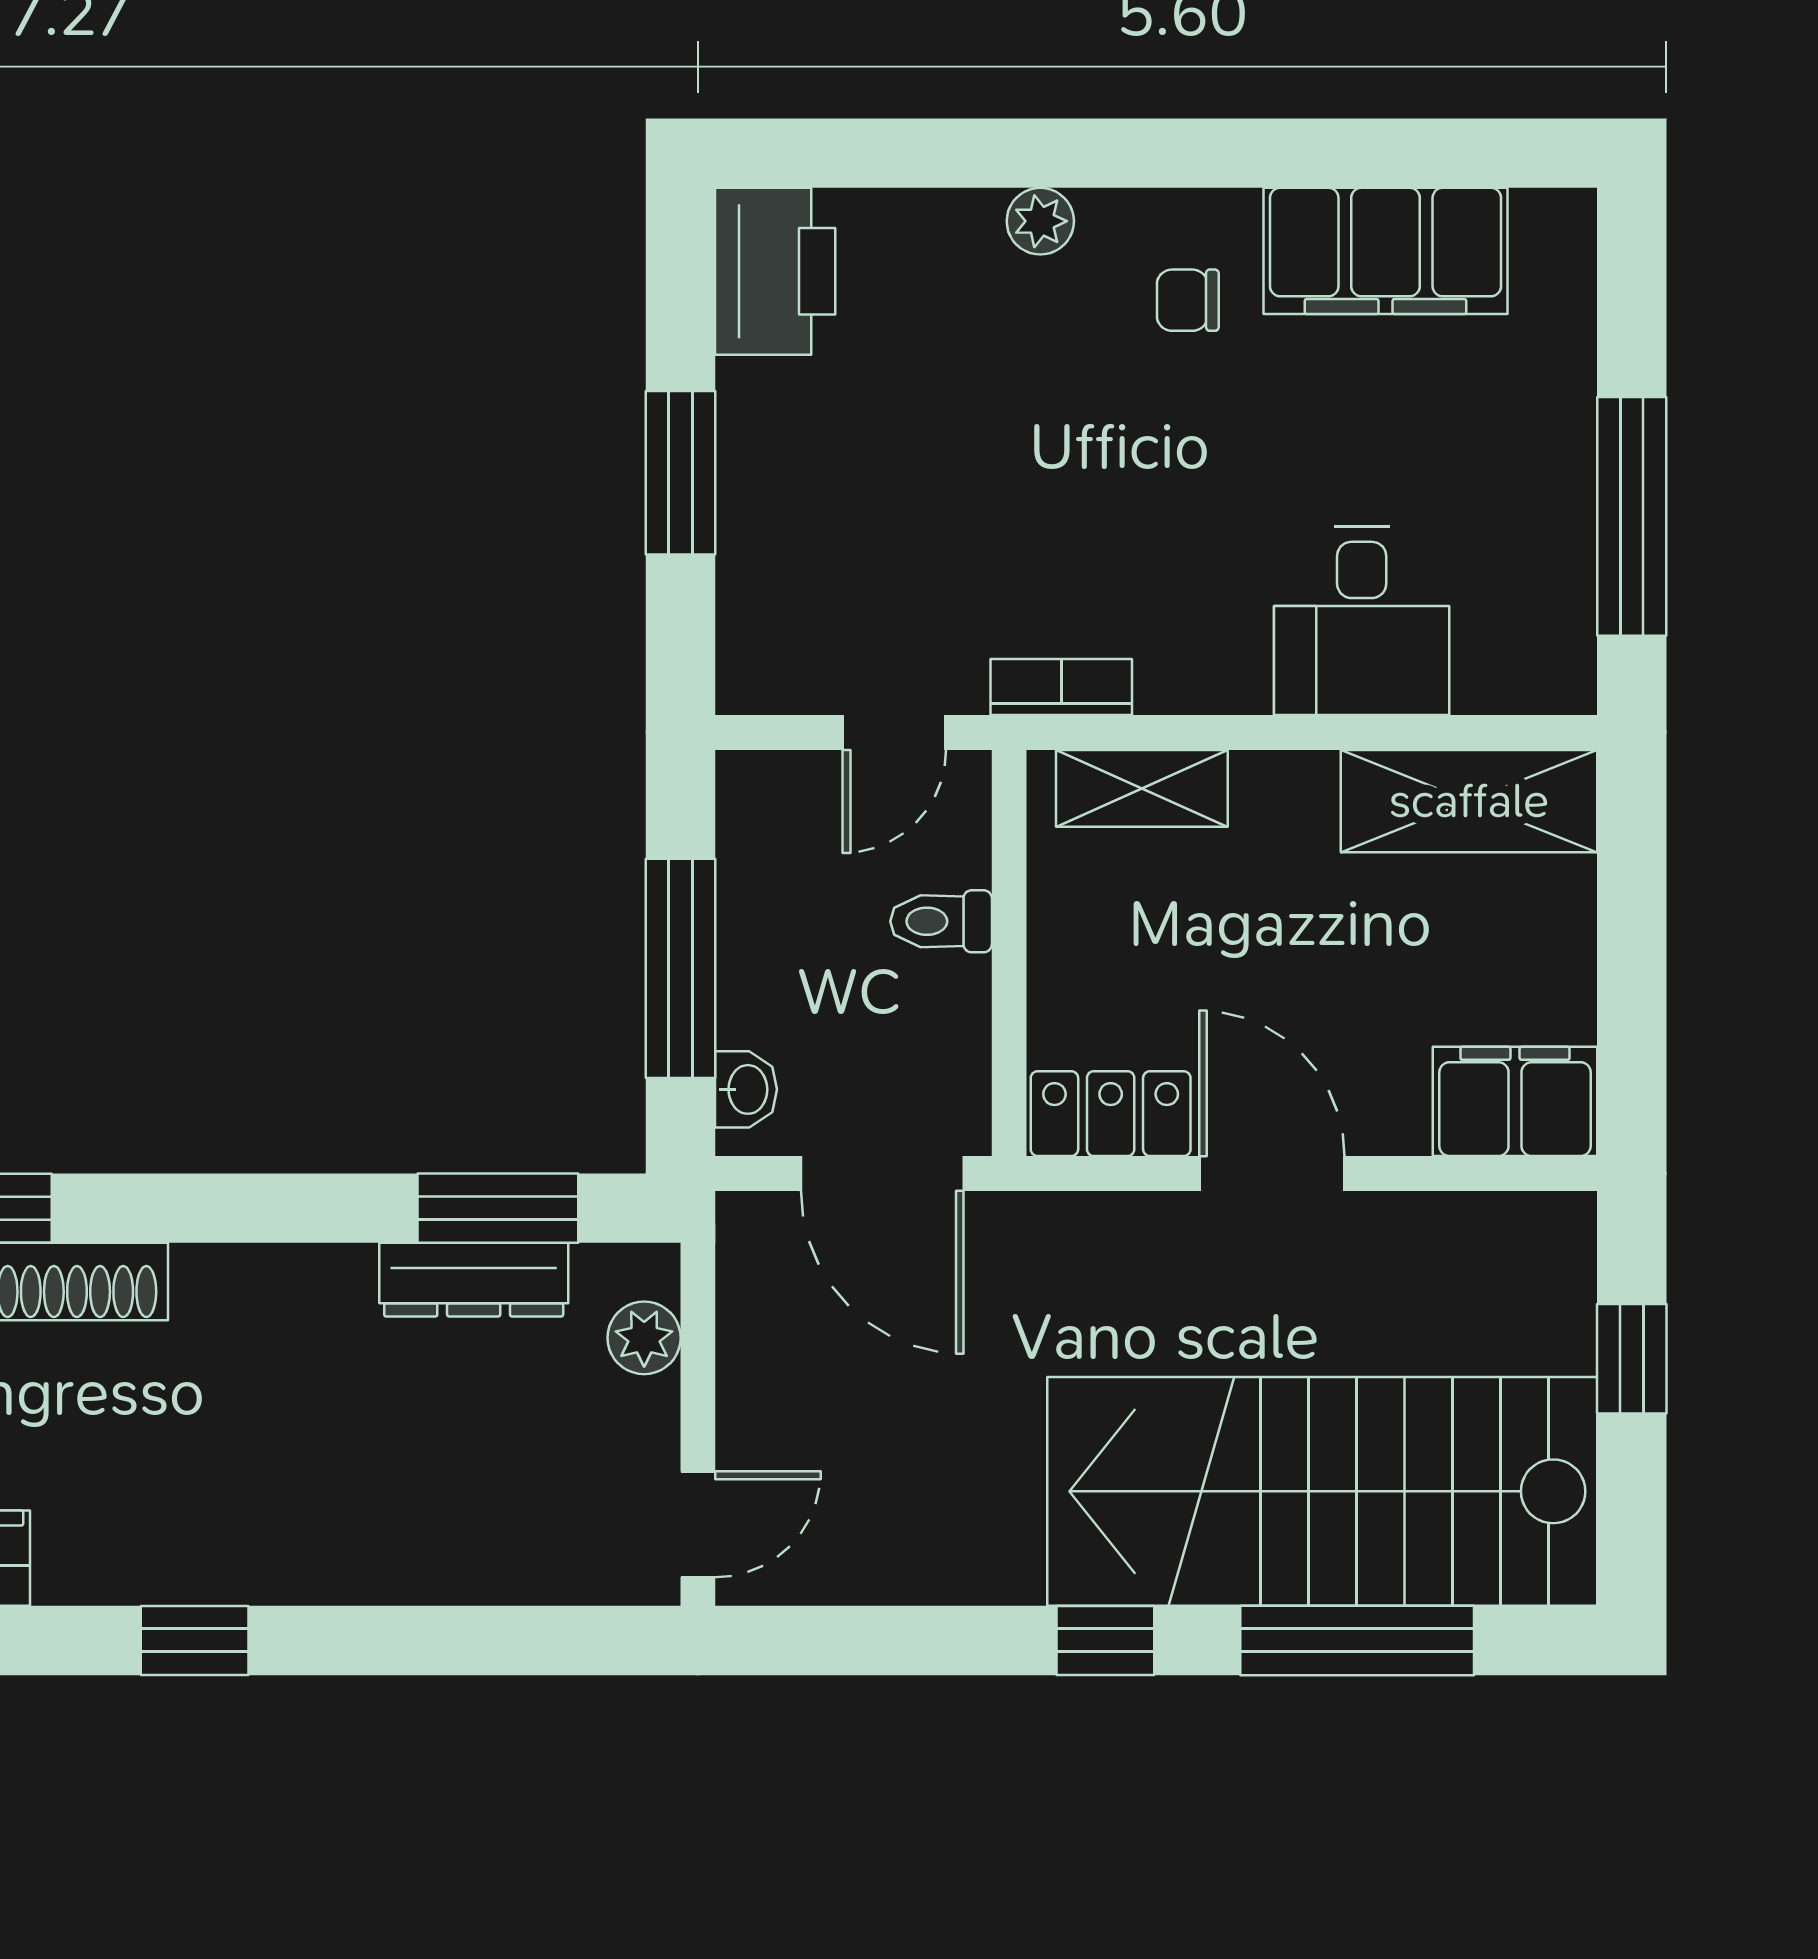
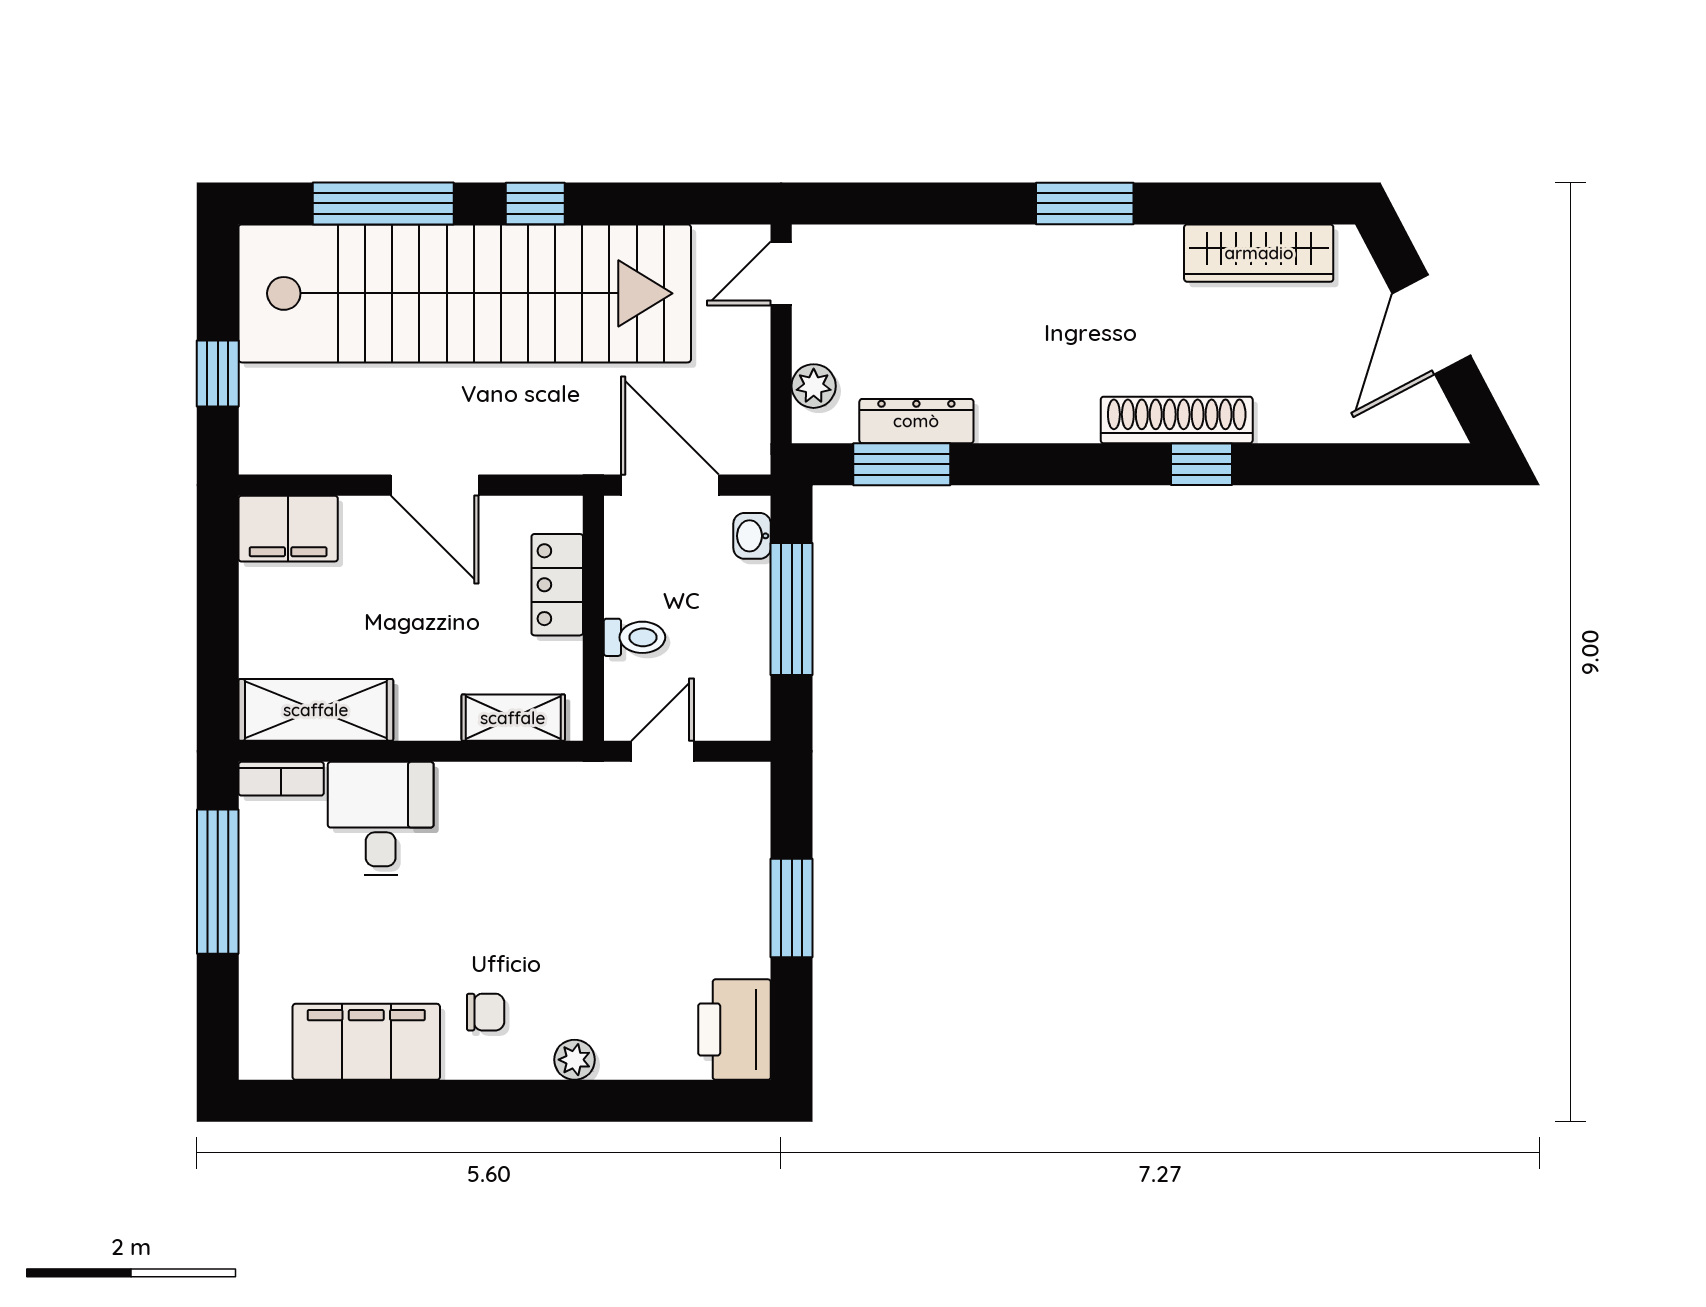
bookcase: (1061, 687) -> (281, 779), moved
locker: (1111, 1114) -> (557, 585), moved, turned 90
stairs: (1322, 1491) -> (465, 293), width x1.36
window: (195, 1640) -> (1085, 203), width x1.50

